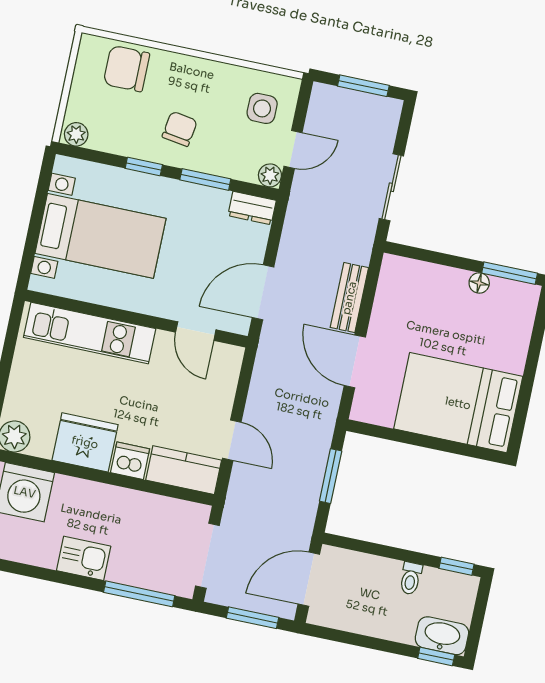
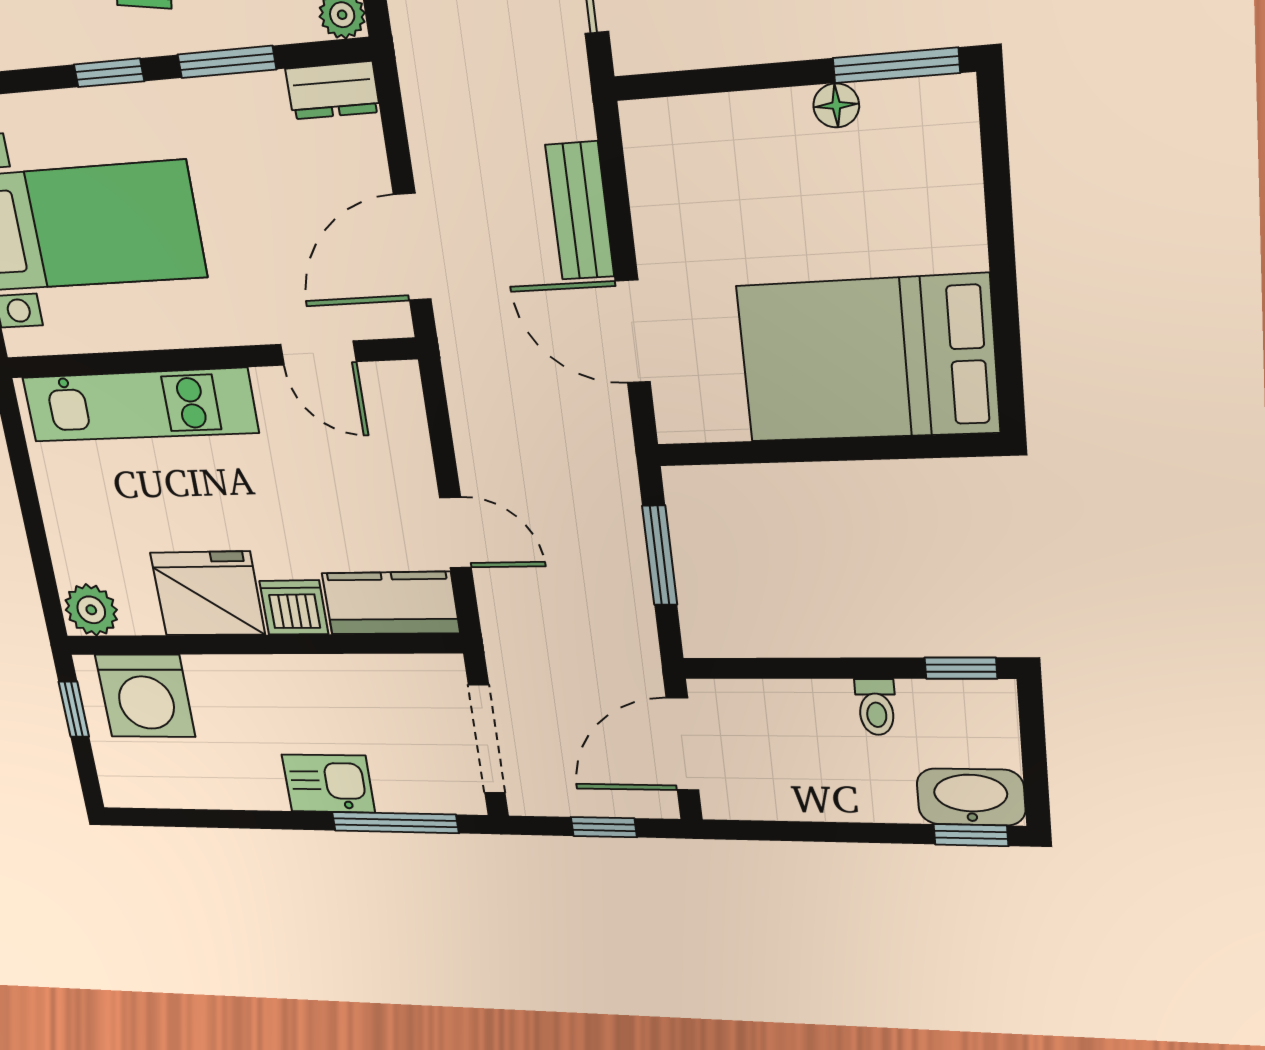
kitchen sink: (84, 558) -> (328, 784), moved
window: (252, 618) -> (604, 827), width x0.67

